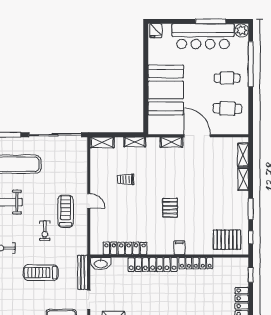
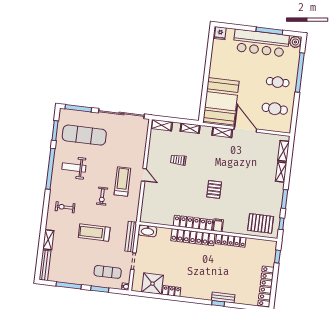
booth: (166, 90) -> (221, 101), moved
locker: (125, 248) -> (193, 223), moved

